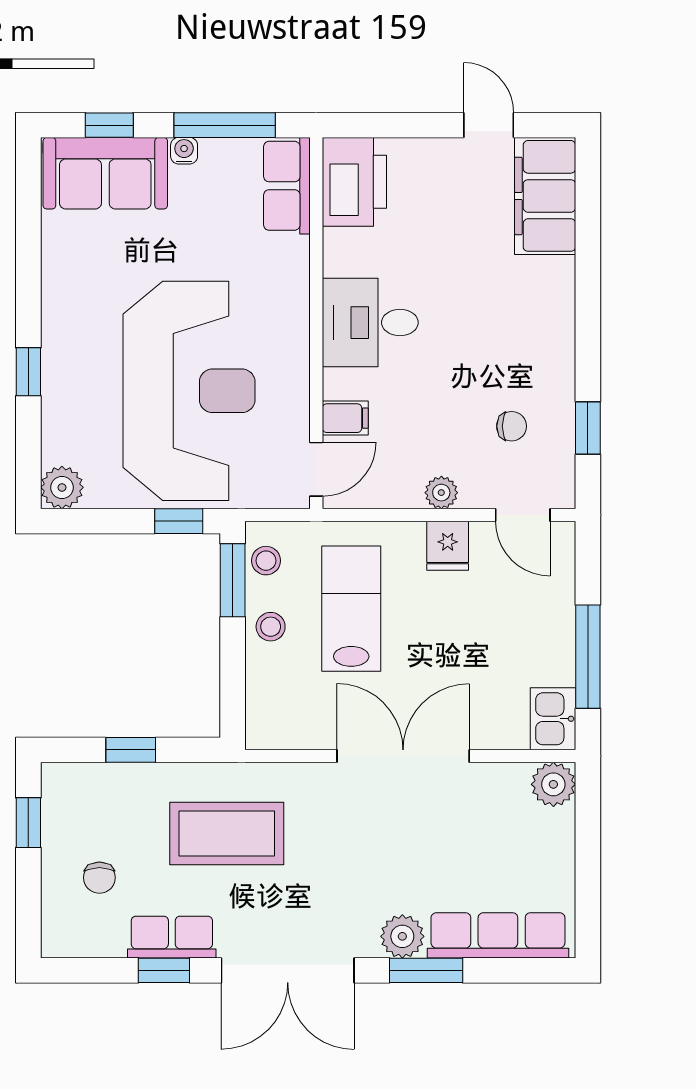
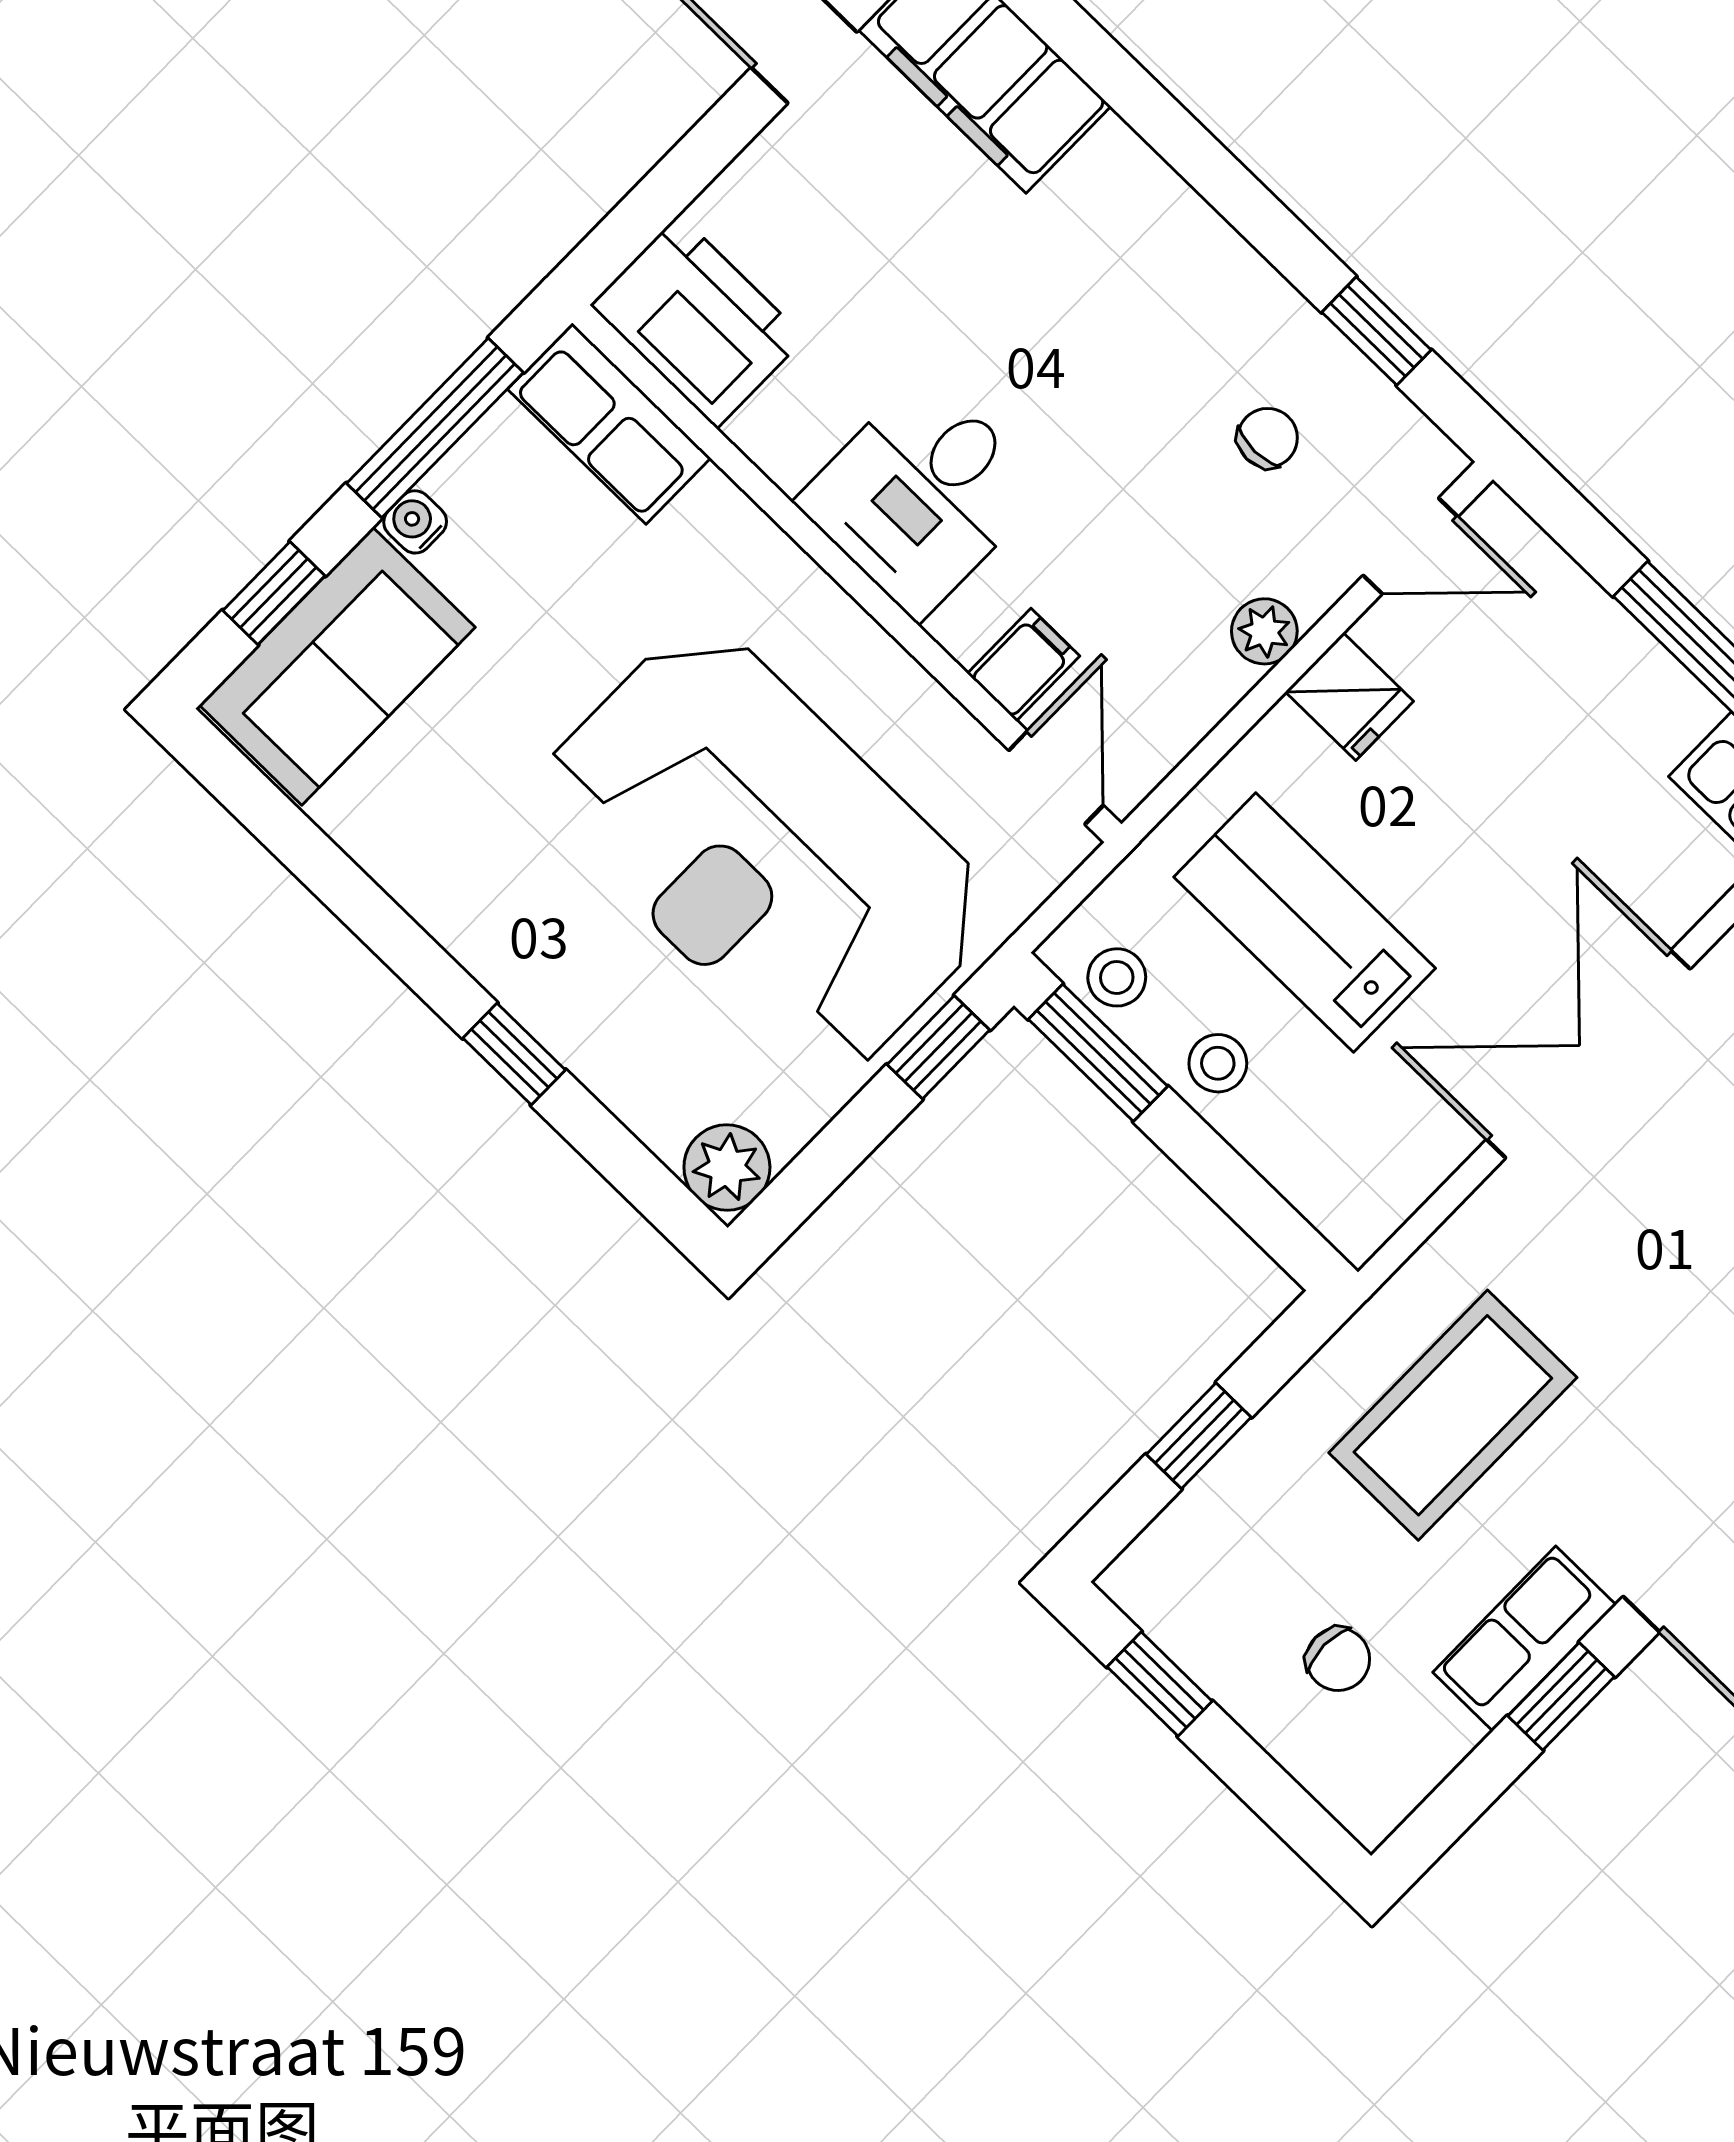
reception desk: (189, 391) -> (766, 850), turned 180

